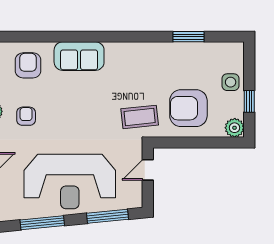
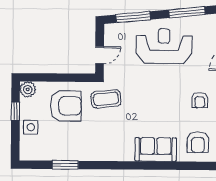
reception desk: (70, 181) -> (164, 46), width x0.74, depth x0.77

